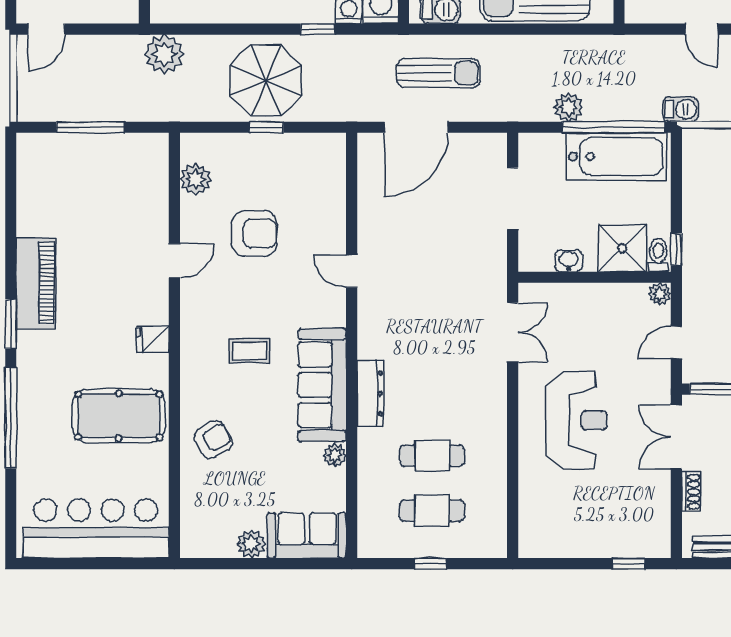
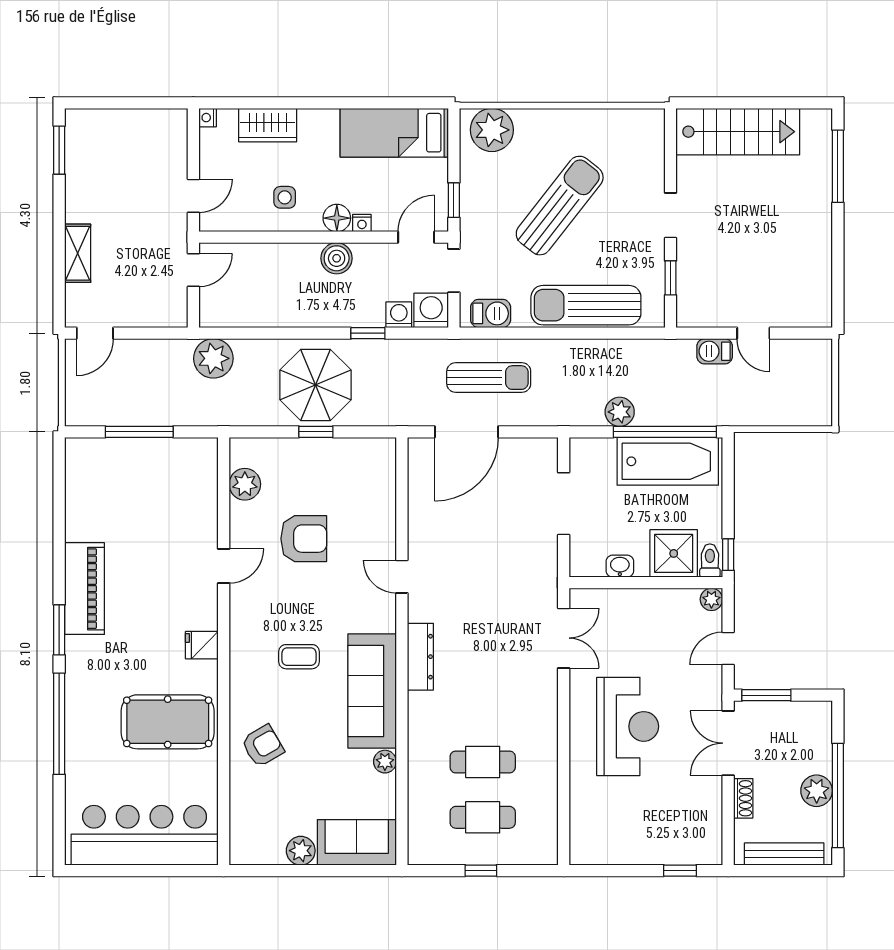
barbecue: (680, 109) -> (715, 351), moved, turned 180
dresser: (370, 393) -> (420, 657), moved

